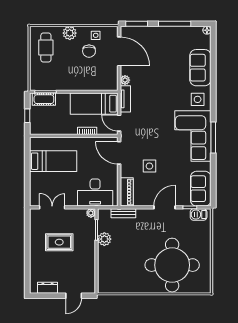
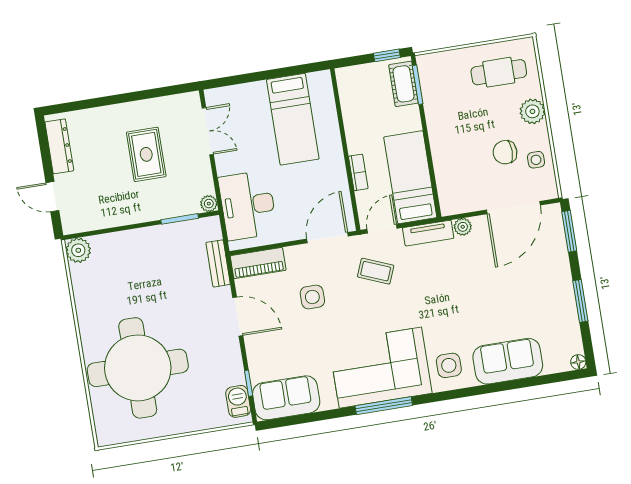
window: (175, 24) -> (580, 301), width x0.69
window: (27, 116) -> (387, 55), moved
coffee table: (141, 130) -> (376, 271), added
door: (164, 207) -> (238, 316), moved
plant: (104, 239) -> (78, 250), moved
dresser: (47, 288) -> (59, 146), width x1.44

